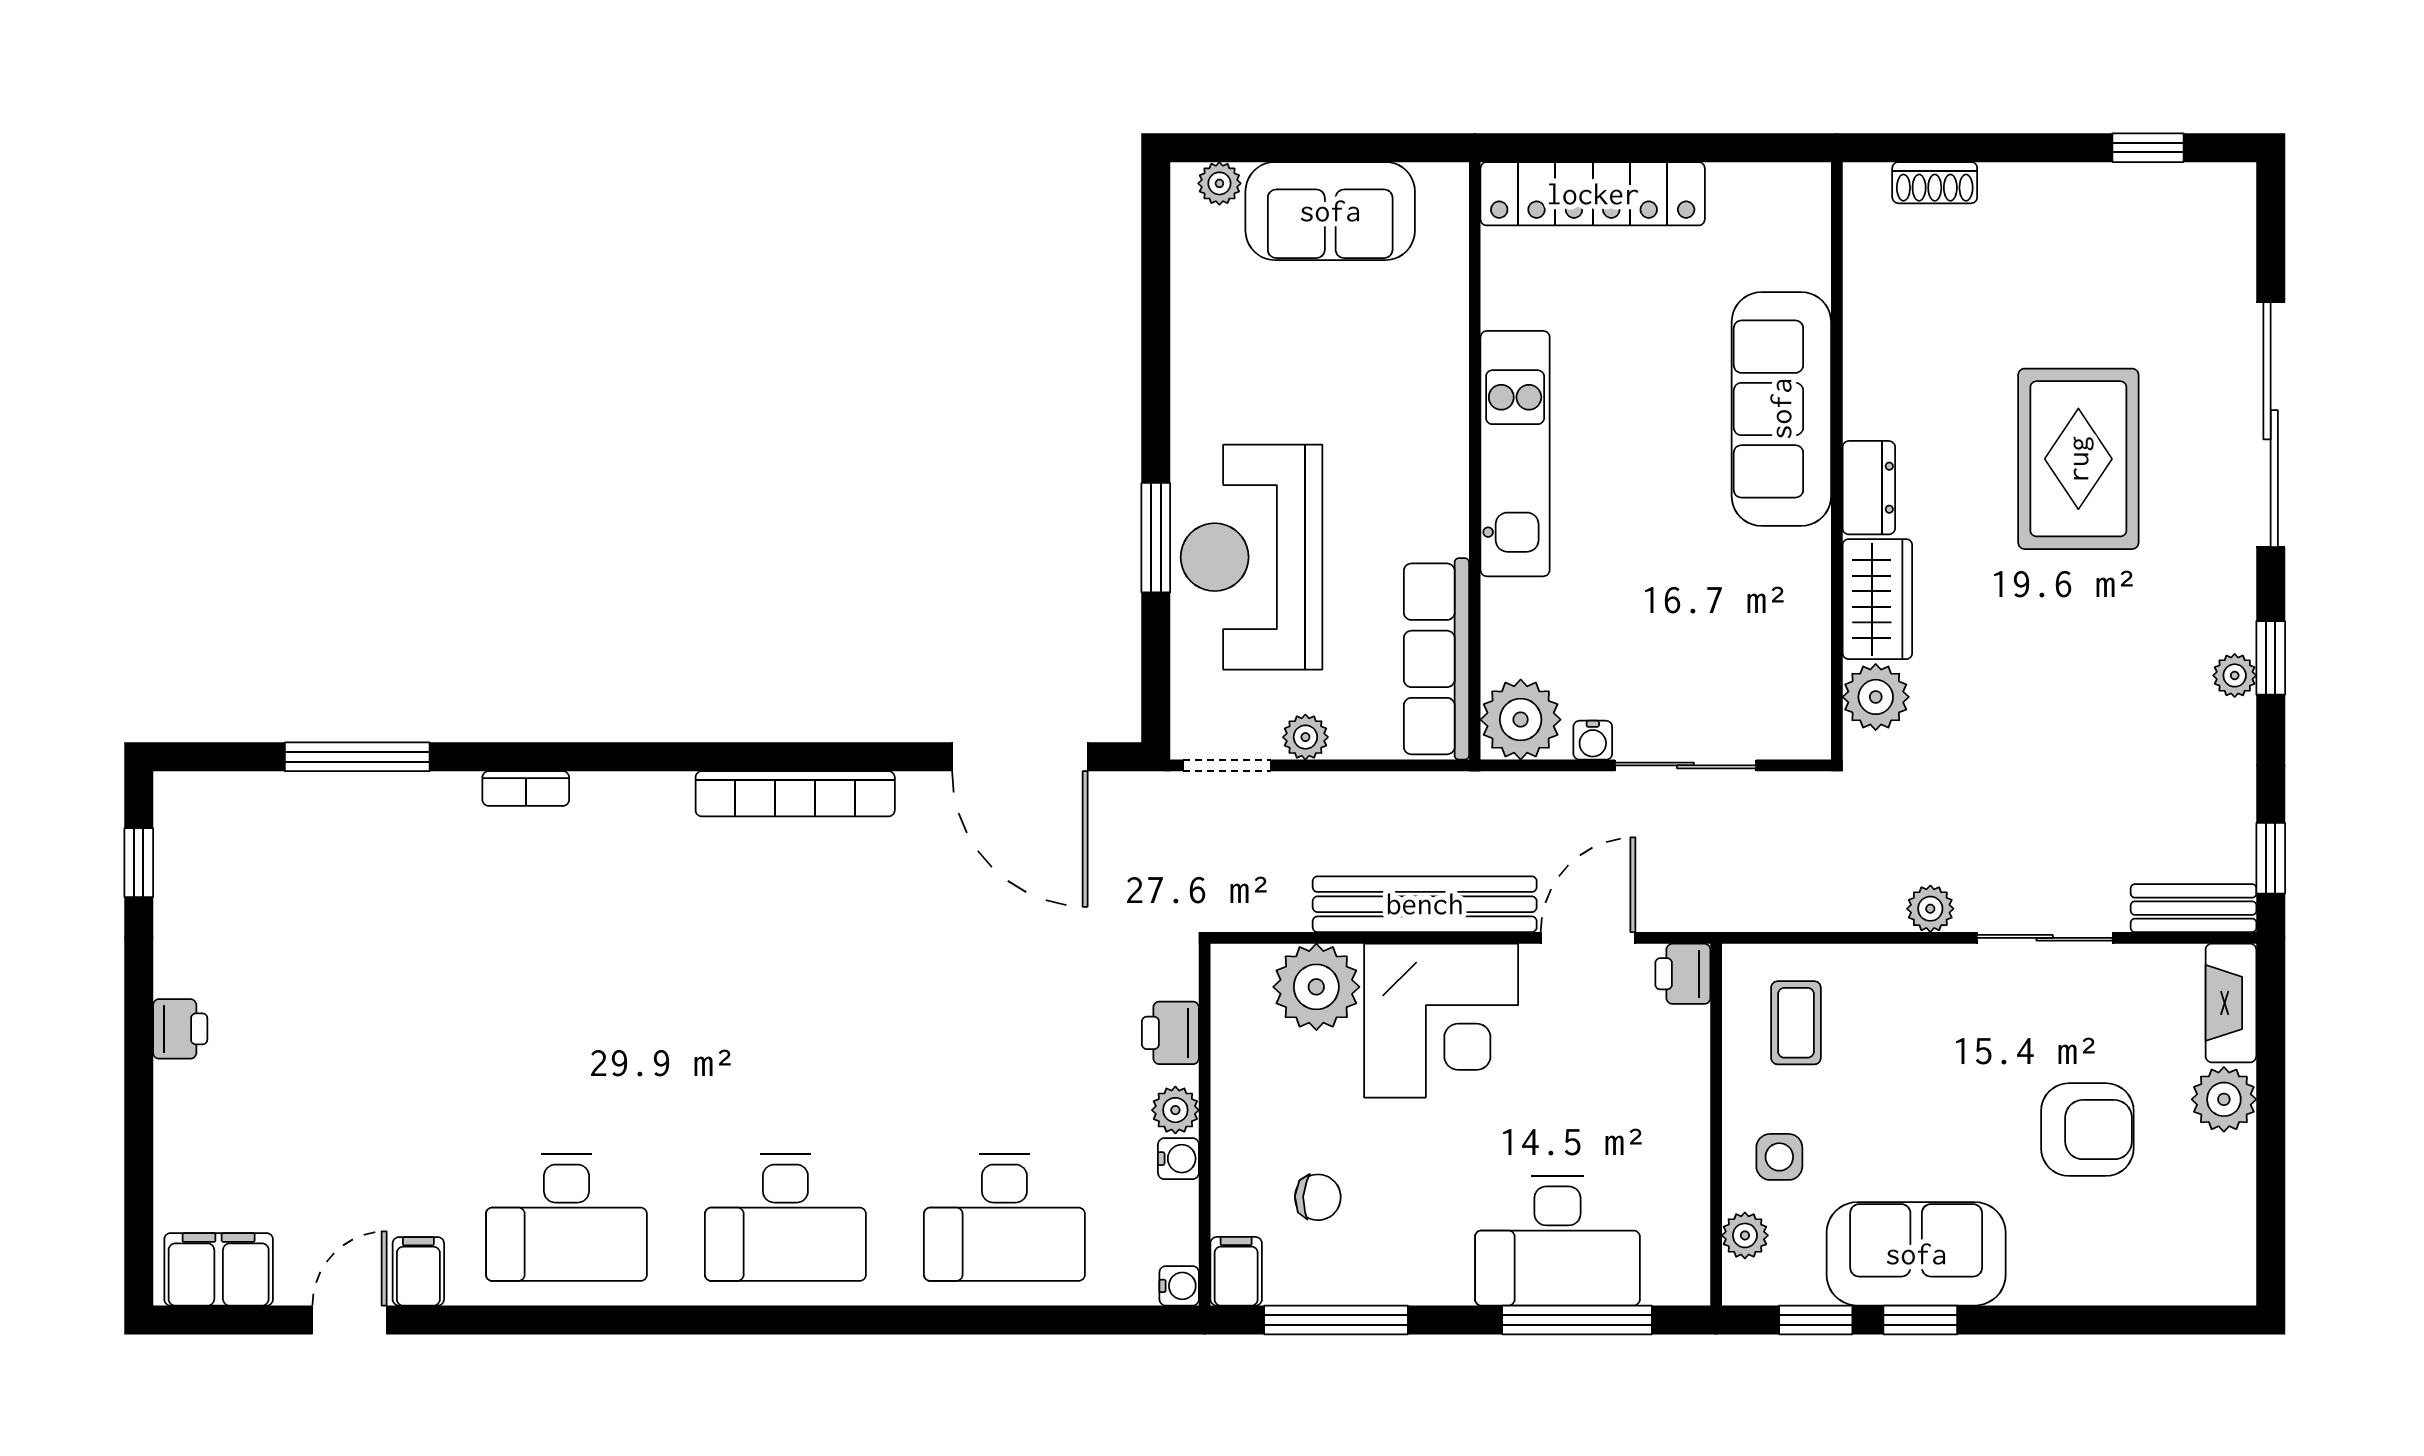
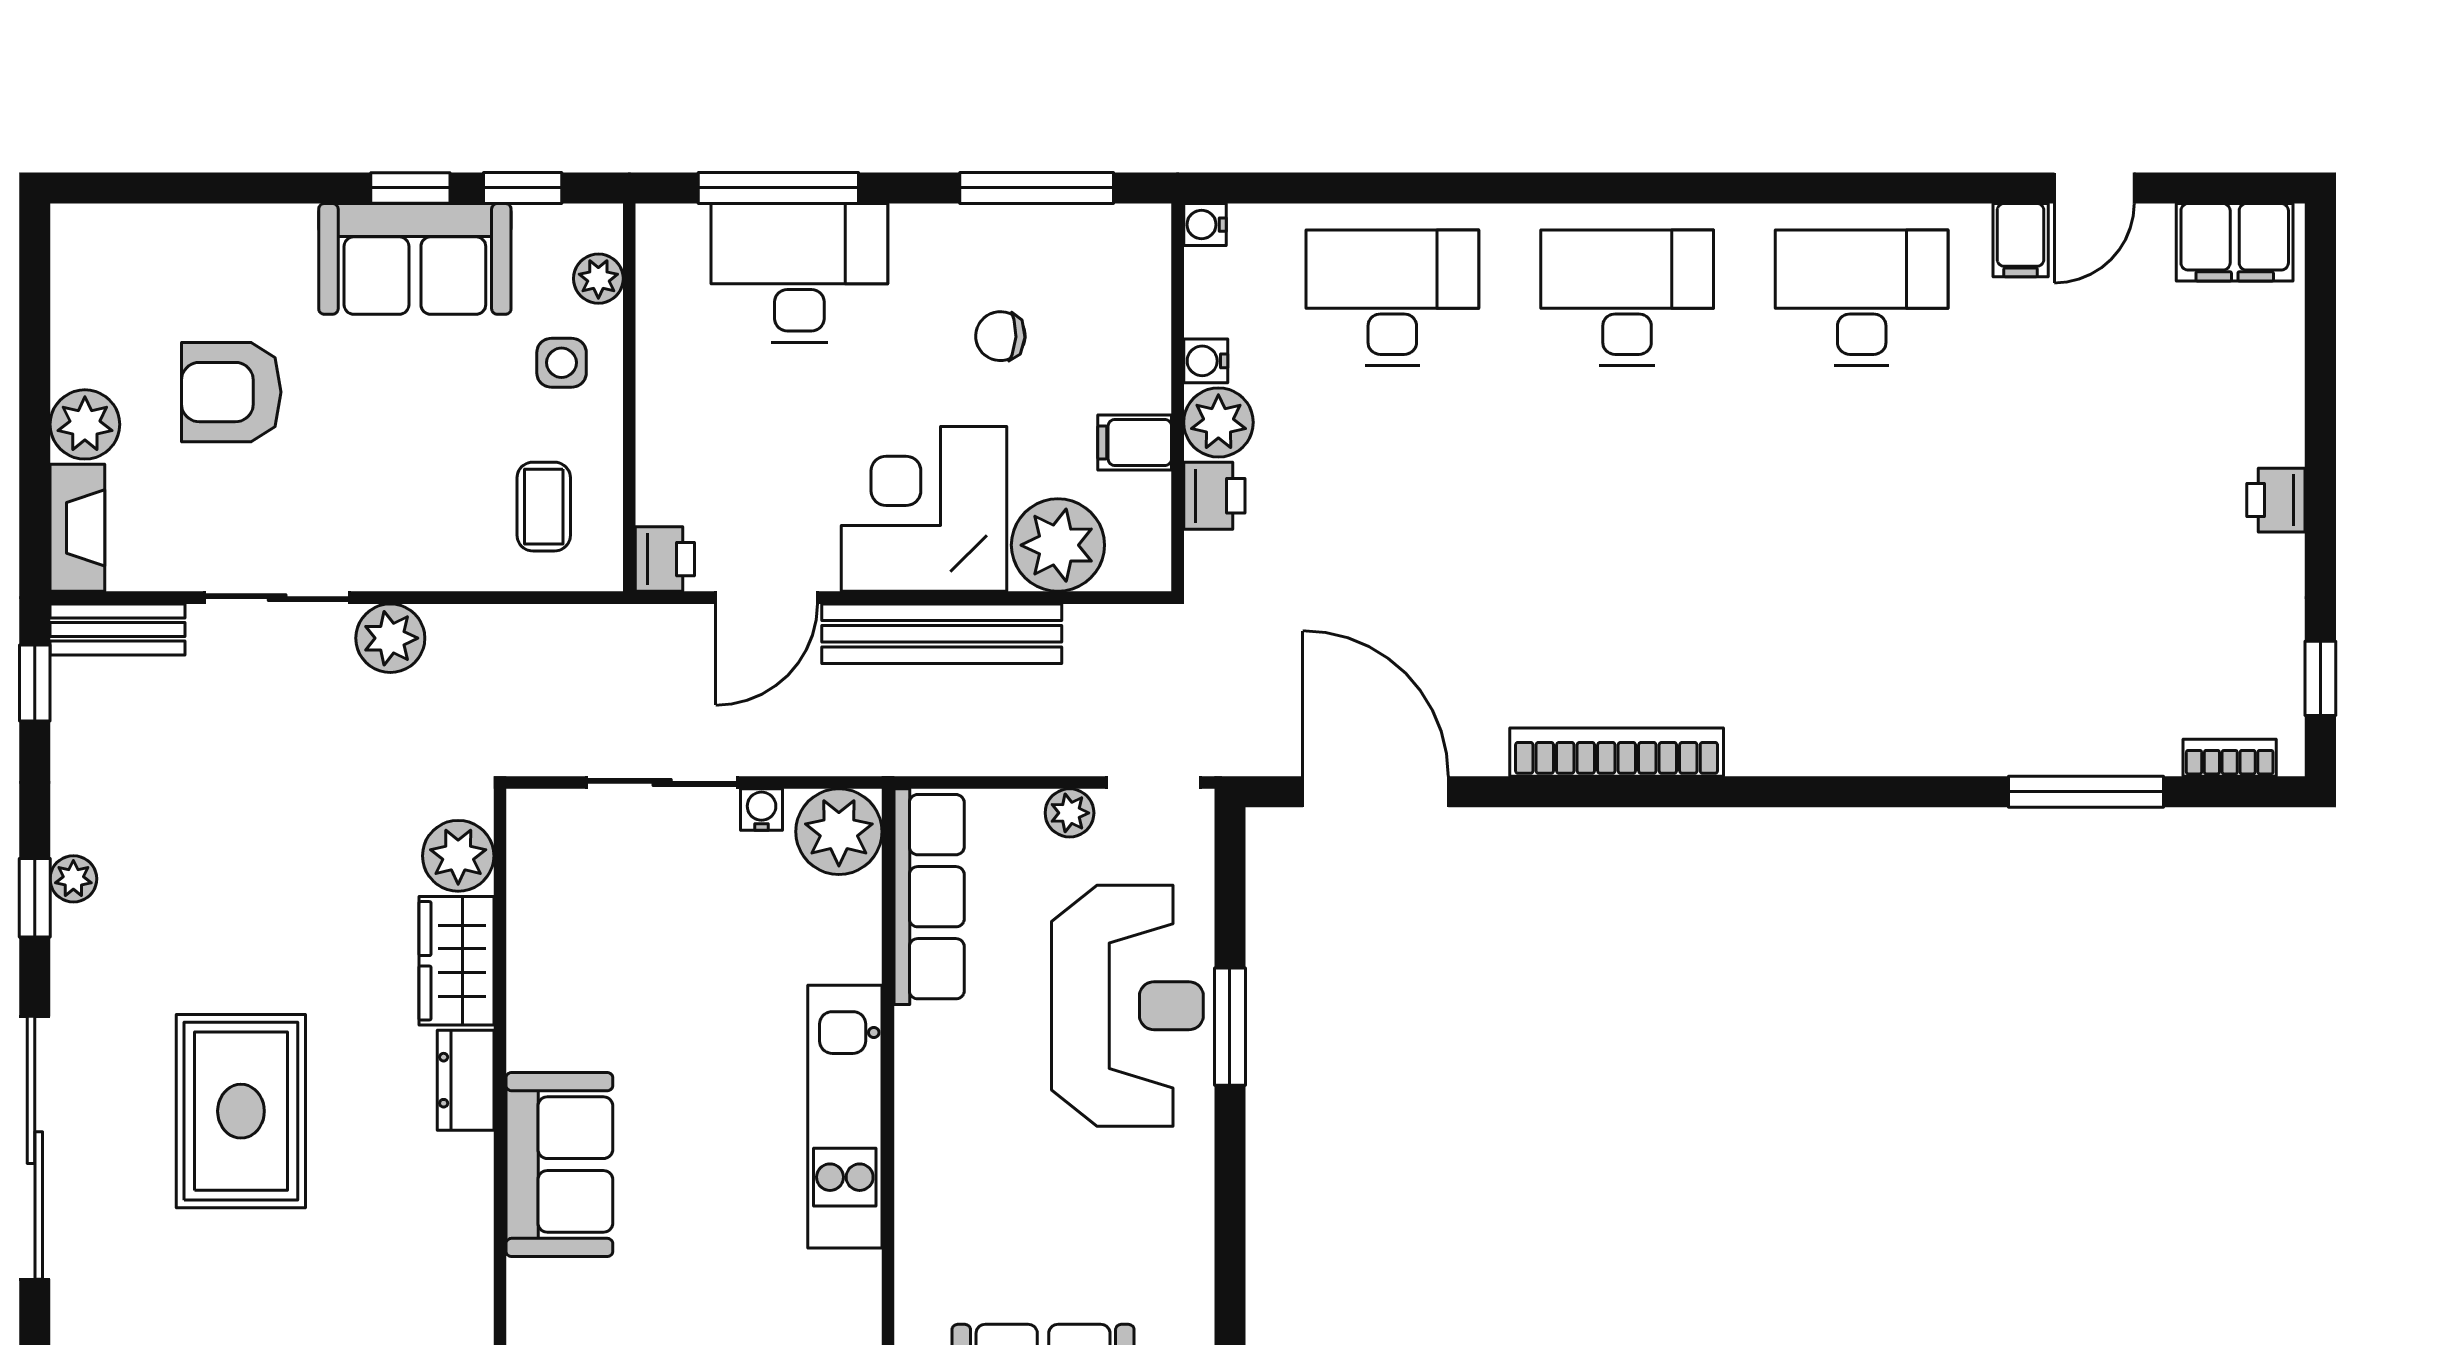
sofa: (1781, 409) -> (559, 1165), width x0.73
bookcase: (526, 789) -> (2230, 758), moved
plant: (1930, 909) -> (390, 638), width x1.38, depth x1.38
plant: (1175, 1110) -> (1218, 422), width x1.38, depth x1.38
chair: (1318, 1197) -> (1000, 336), moved
filing cabinet: (1236, 1271) -> (1135, 442), moved, turned 90

